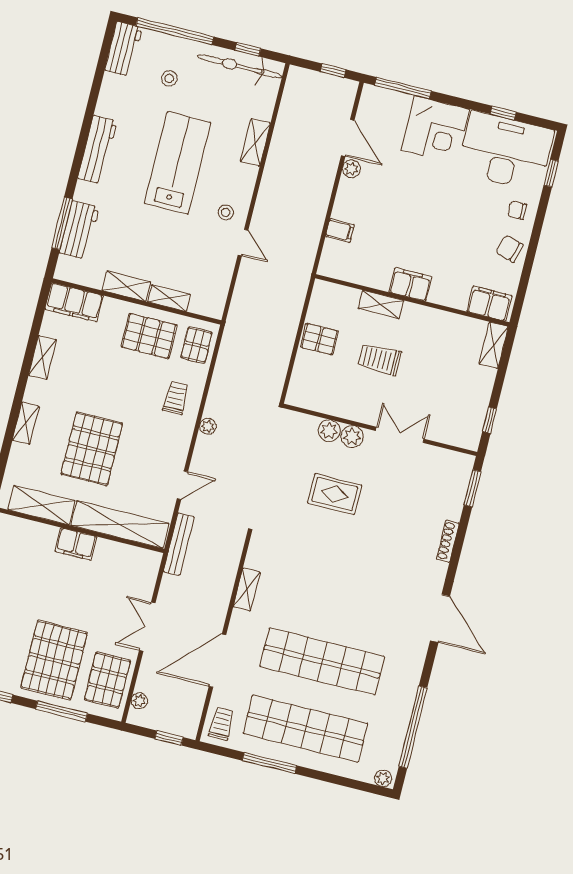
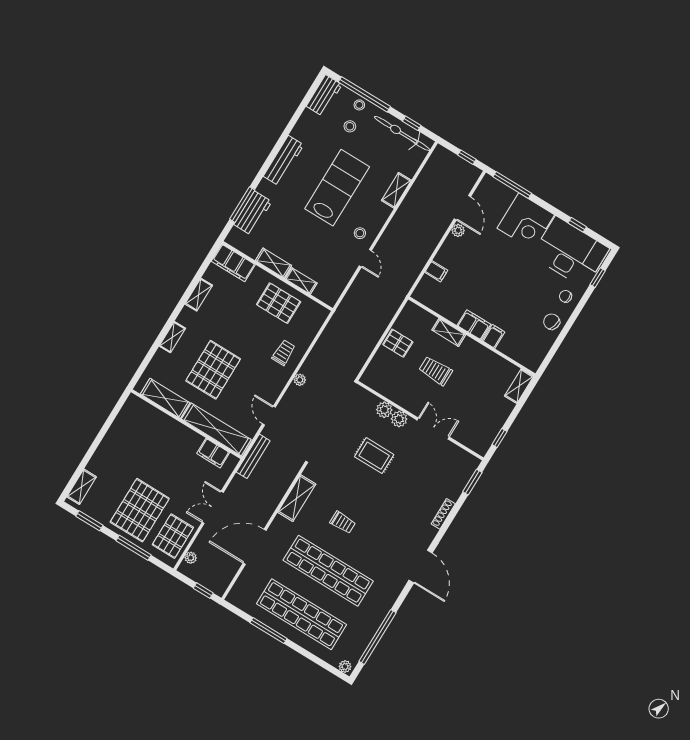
stool: (173, 47) -> (359, 105), added
filing cabinet: (489, 304) -> (493, 336), moved, width x0.50
pallet: (196, 345) -> (310, 320), removed
door: (182, 485) -> (269, 416), swing flipped
filing cabinet: (76, 544) -> (213, 453), moved
shelving: (247, 589) -> (297, 498), width x1.50, depth x1.33
trolley: (221, 724) -> (343, 522), moved, turned 90

